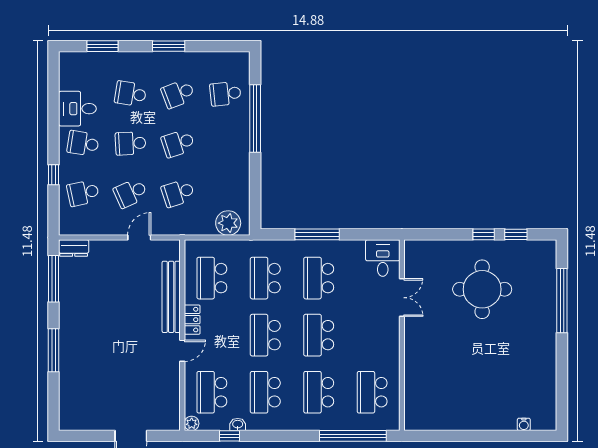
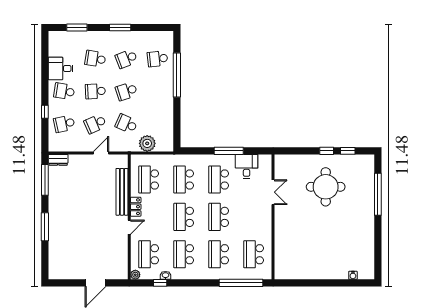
school desk: (178, 193) -> (126, 124), turned 42
plant: (228, 223) -> (147, 143), moved
window: (317, 234) -> (229, 151), moved
desk: (383, 258) -> (247, 166), moved

